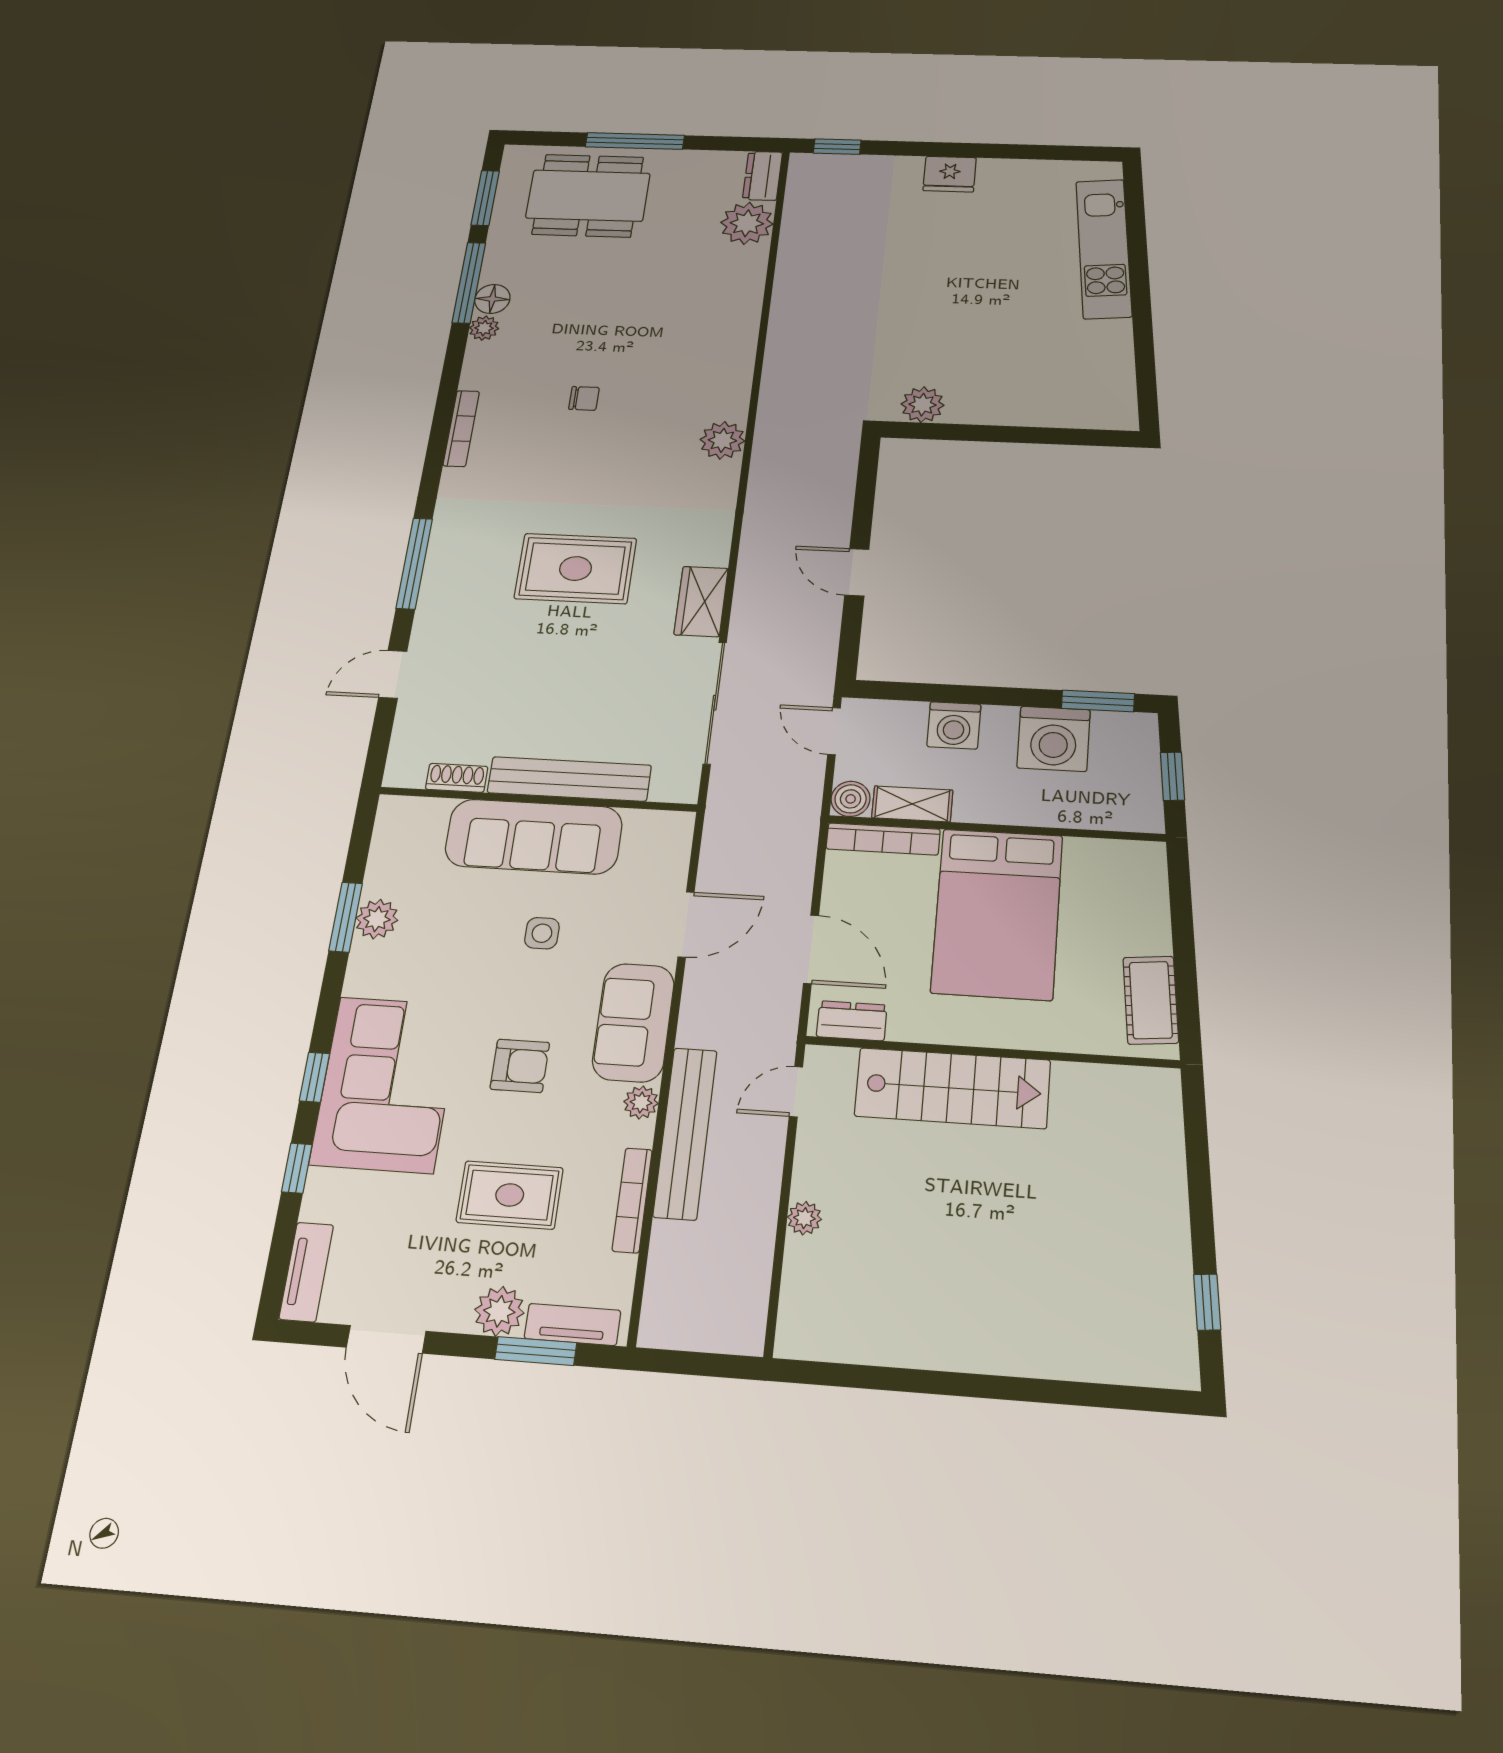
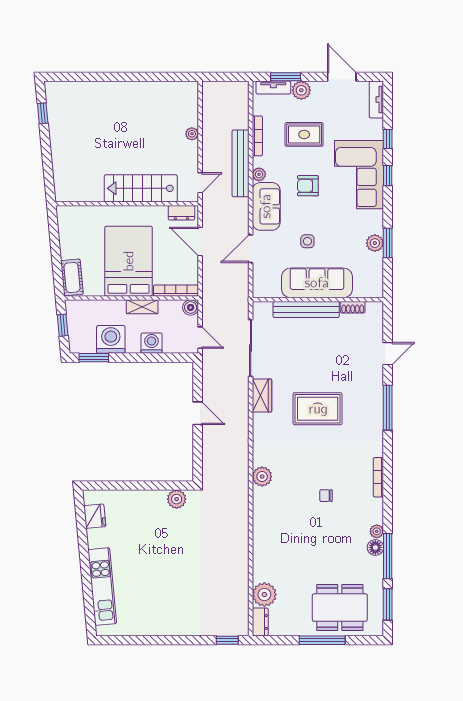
fridge: (950, 174) -> (95, 516), moved, turned 85
shelving: (912, 804) -> (142, 307), moved
cot: (1151, 1000) -> (72, 277), moved

